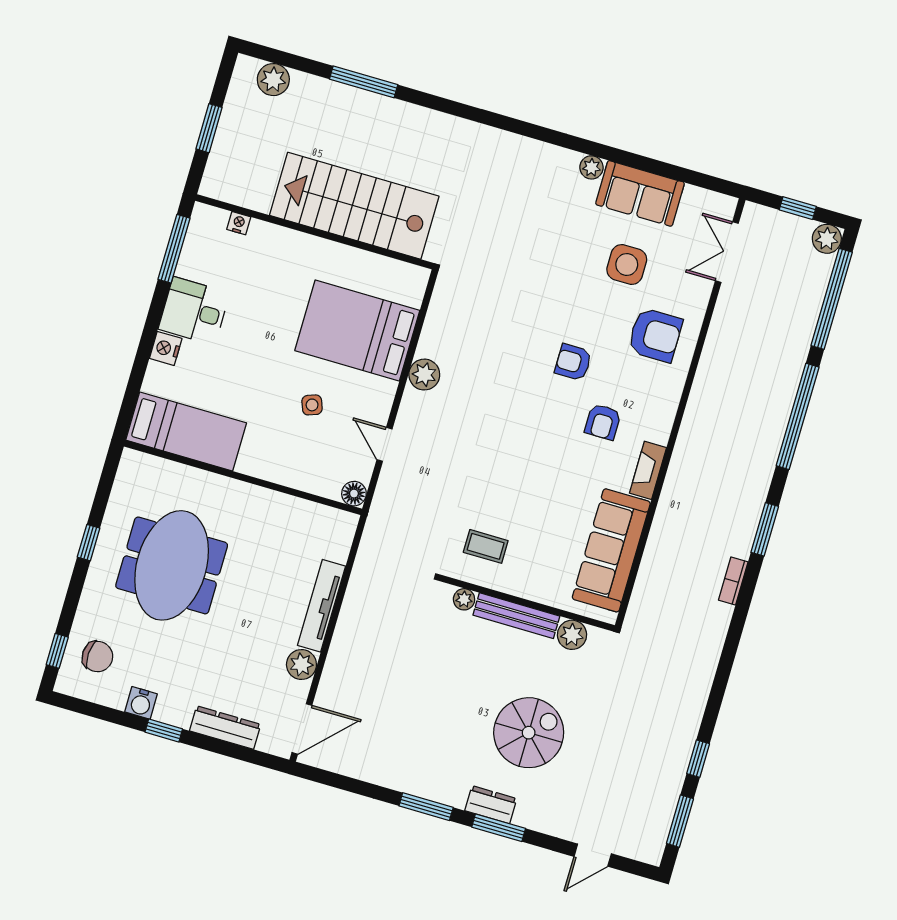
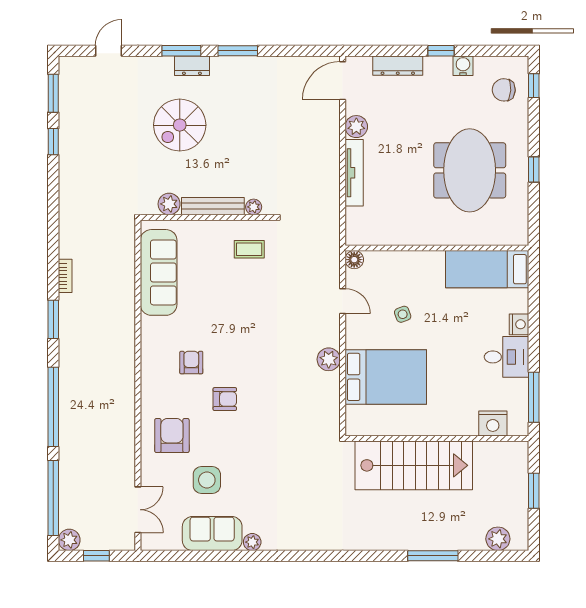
nightstand: (239, 223) -> (493, 423), width x1.89, depth x1.79
armchair: (655, 335) -> (172, 435), turned 90
fireplace: (648, 470) -> (149, 337), removed

